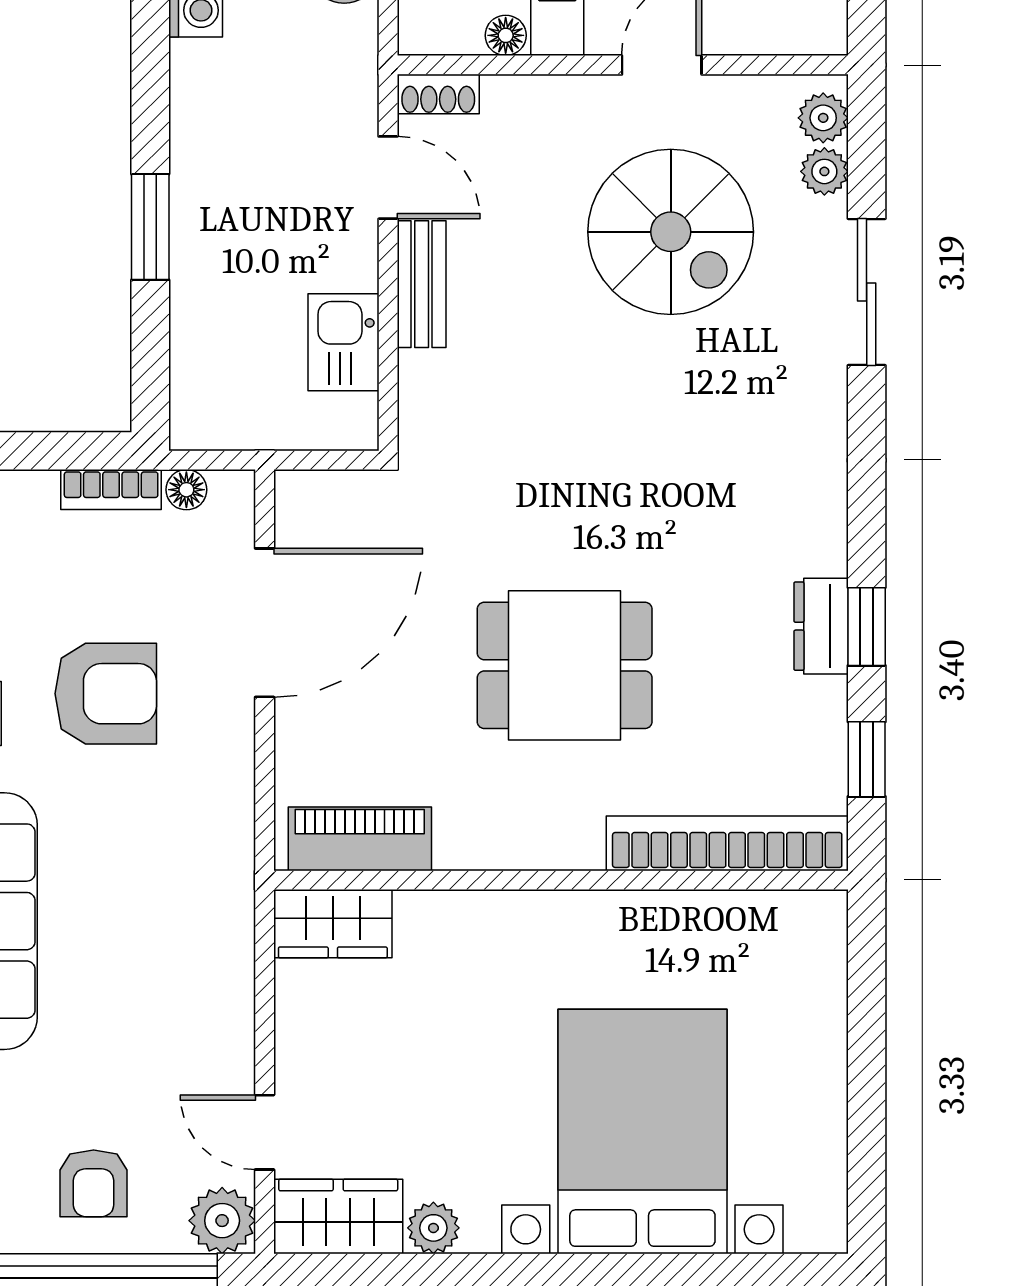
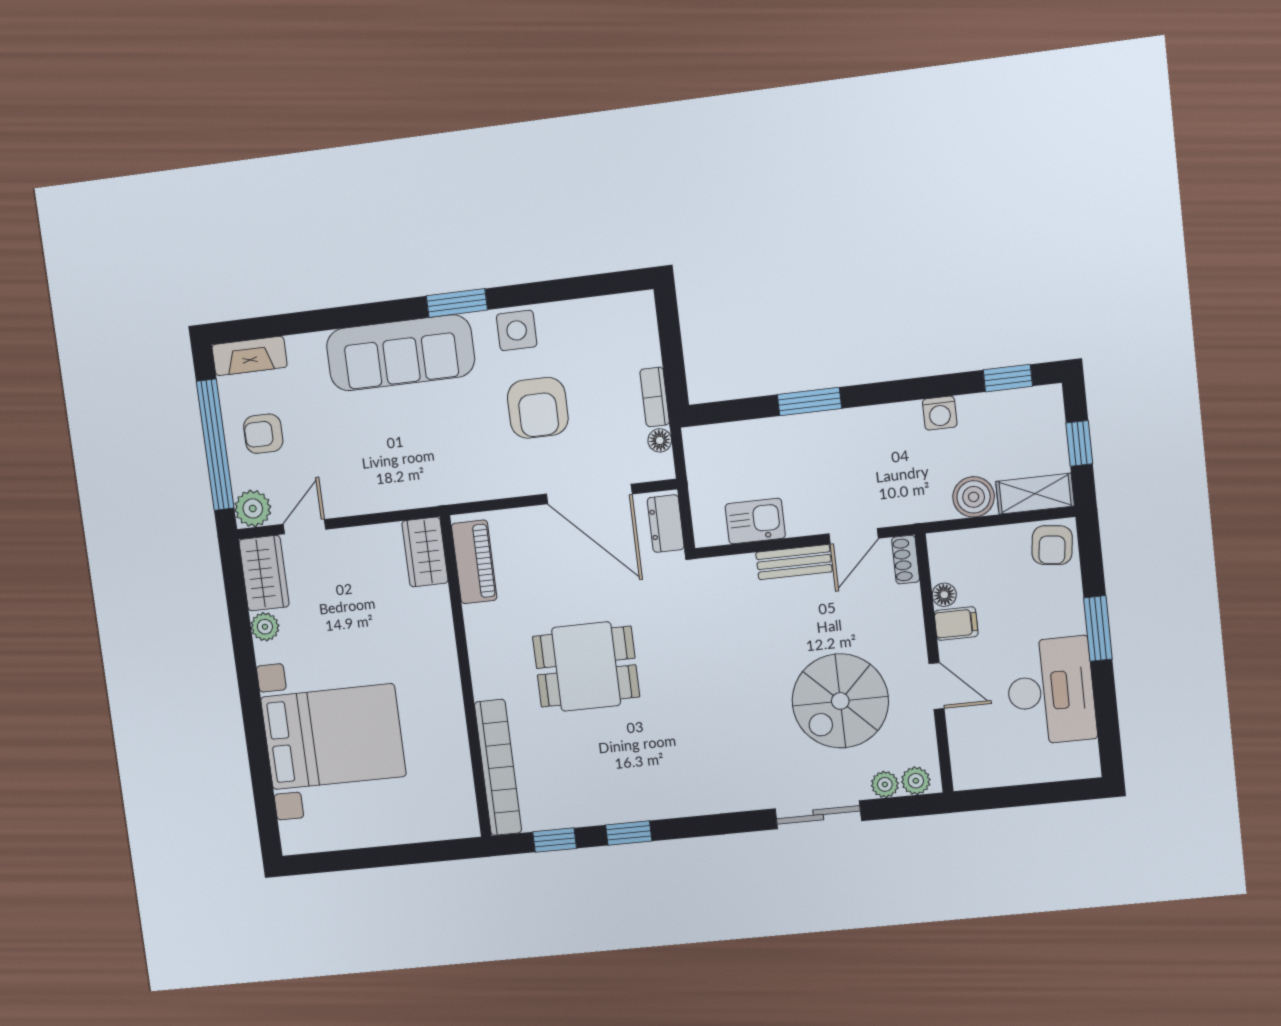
dresser: (821, 626) -> (666, 524), moved, turned -90
dining table: (565, 665) -> (586, 667), turned 90

